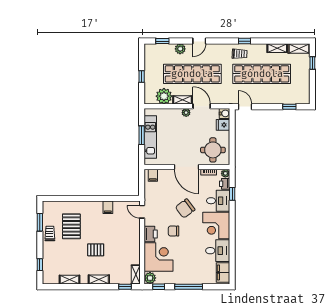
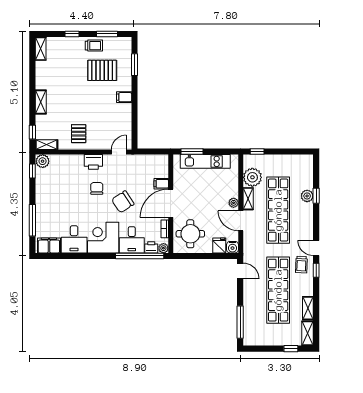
window: (162, 41) -> (316, 196), moved
door: (199, 41) -> (316, 248), moved
window: (142, 76) -> (257, 152), moved
door: (202, 106) -> (241, 221), swing flipped
door: (245, 107) -> (240, 271), hinge flipped
window: (289, 107) -> (240, 322), width x2.17
window: (142, 135) -> (192, 152), moved
filing cabinet: (153, 175) -> (161, 184), moved
window: (232, 194) -> (140, 256), width x3.17
window: (66, 198) -> (134, 65), added
filing cabinet: (108, 207) -> (124, 97), moved
chair: (185, 208) -> (123, 202), turned -86
pallet: (96, 250) -> (79, 134), moved
corner desk: (159, 257) -> (67, 171), removed
window: (40, 265) -> (72, 34), moved
shelving: (70, 280) -> (41, 49), moved
window: (189, 287) -> (32, 220), moved

